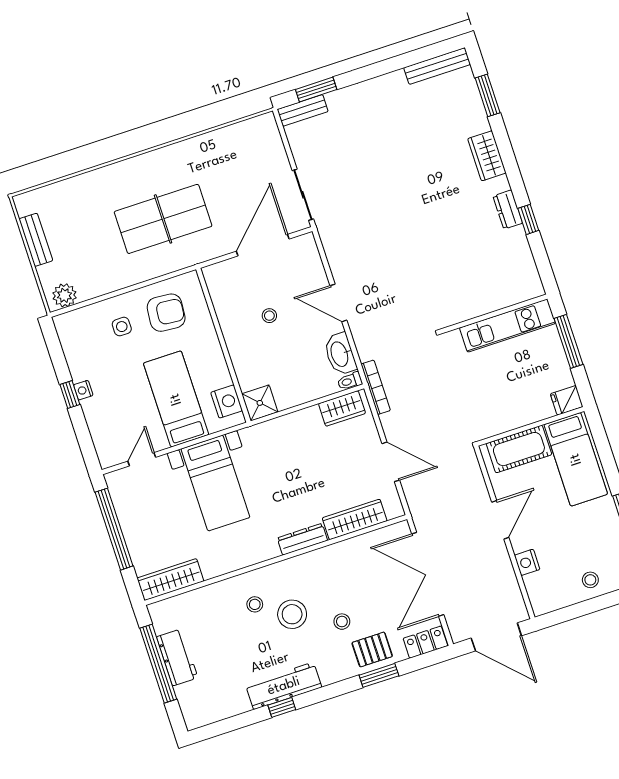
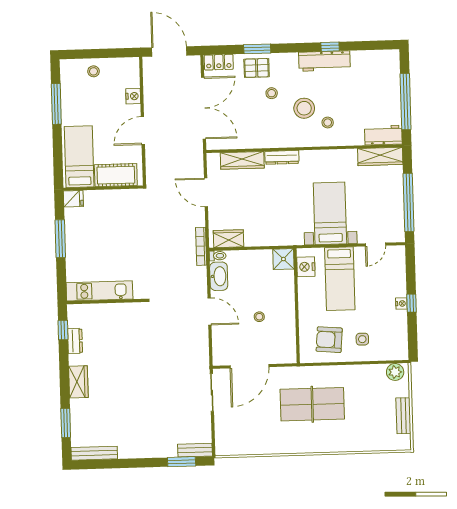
wall: (494, 314) -> (107, 302), moved
kitchen unit: (508, 326) -> (99, 291), moved
workbench: (177, 657) -> (383, 135), moved, turned 90

